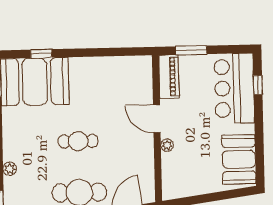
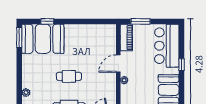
window: (258, 85) -> (181, 65), moved
door: (157, 119) -> (118, 64), hinge flipped

